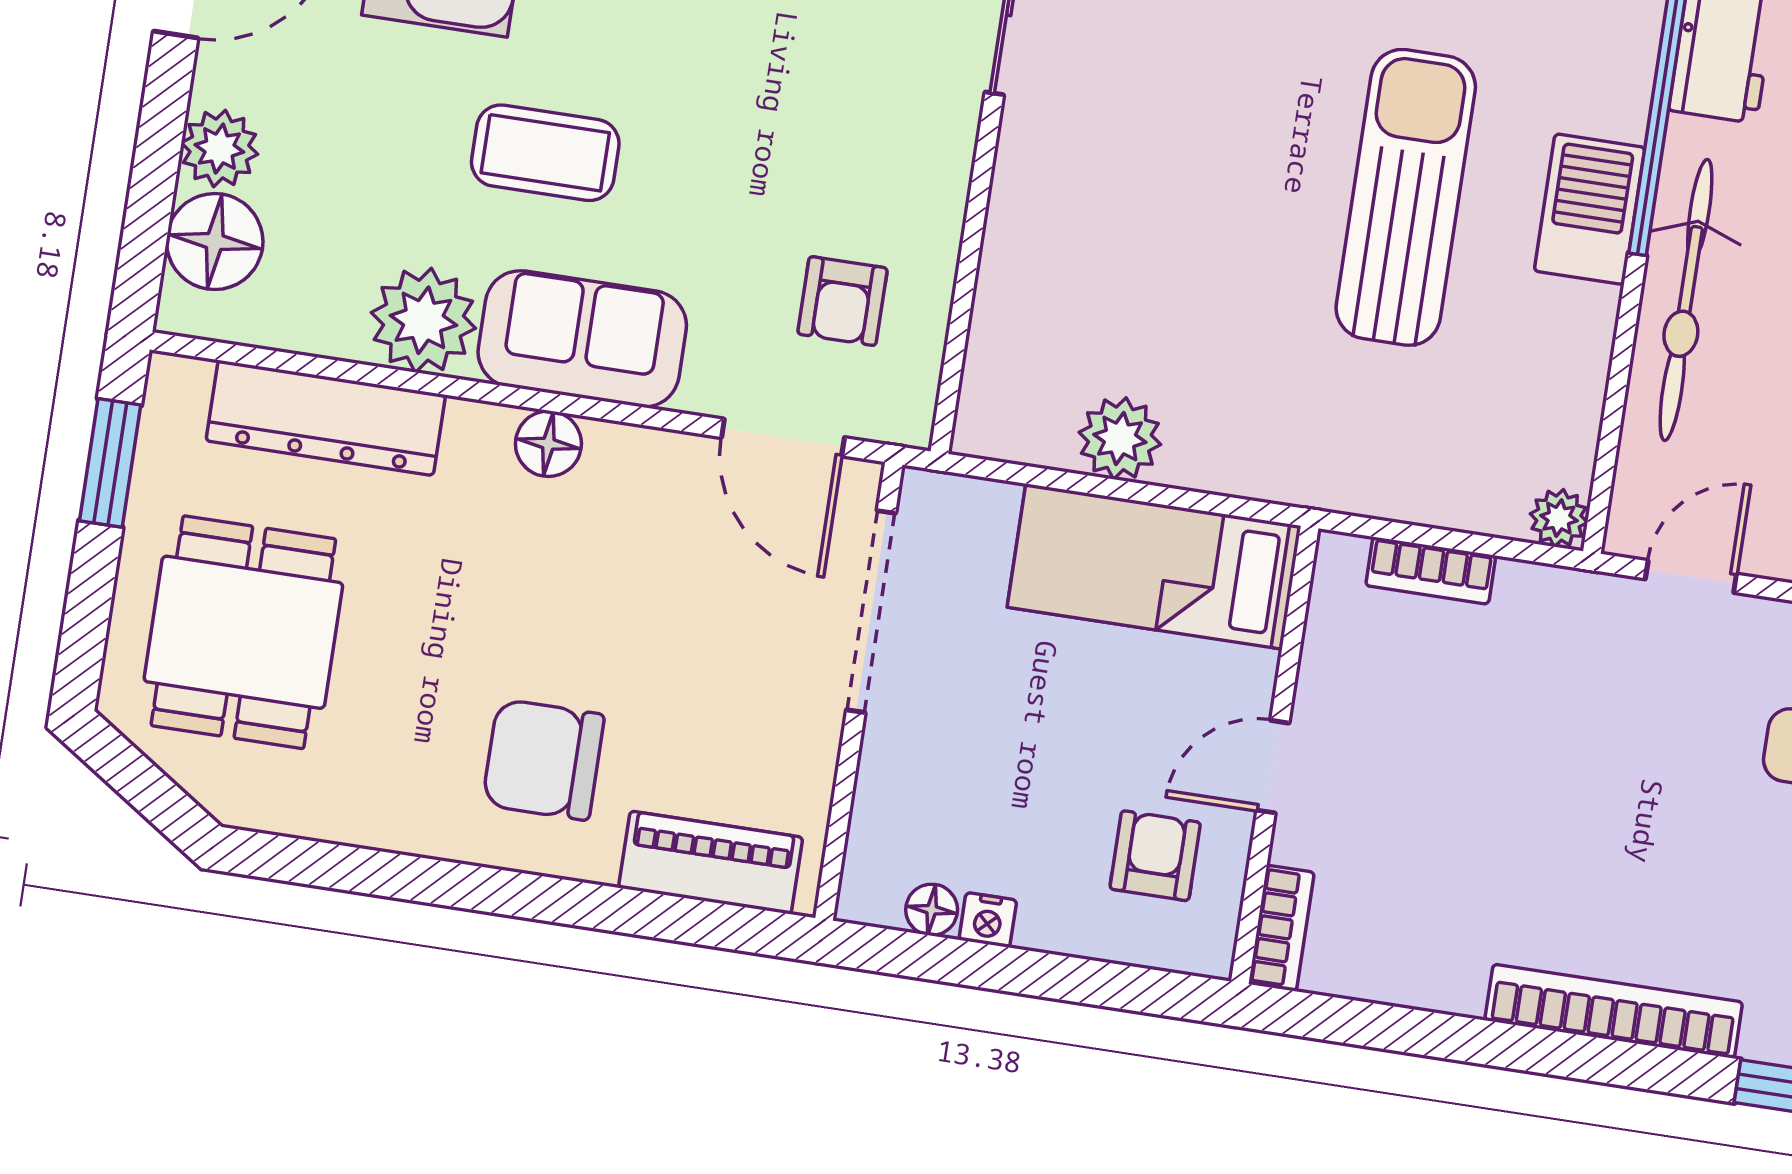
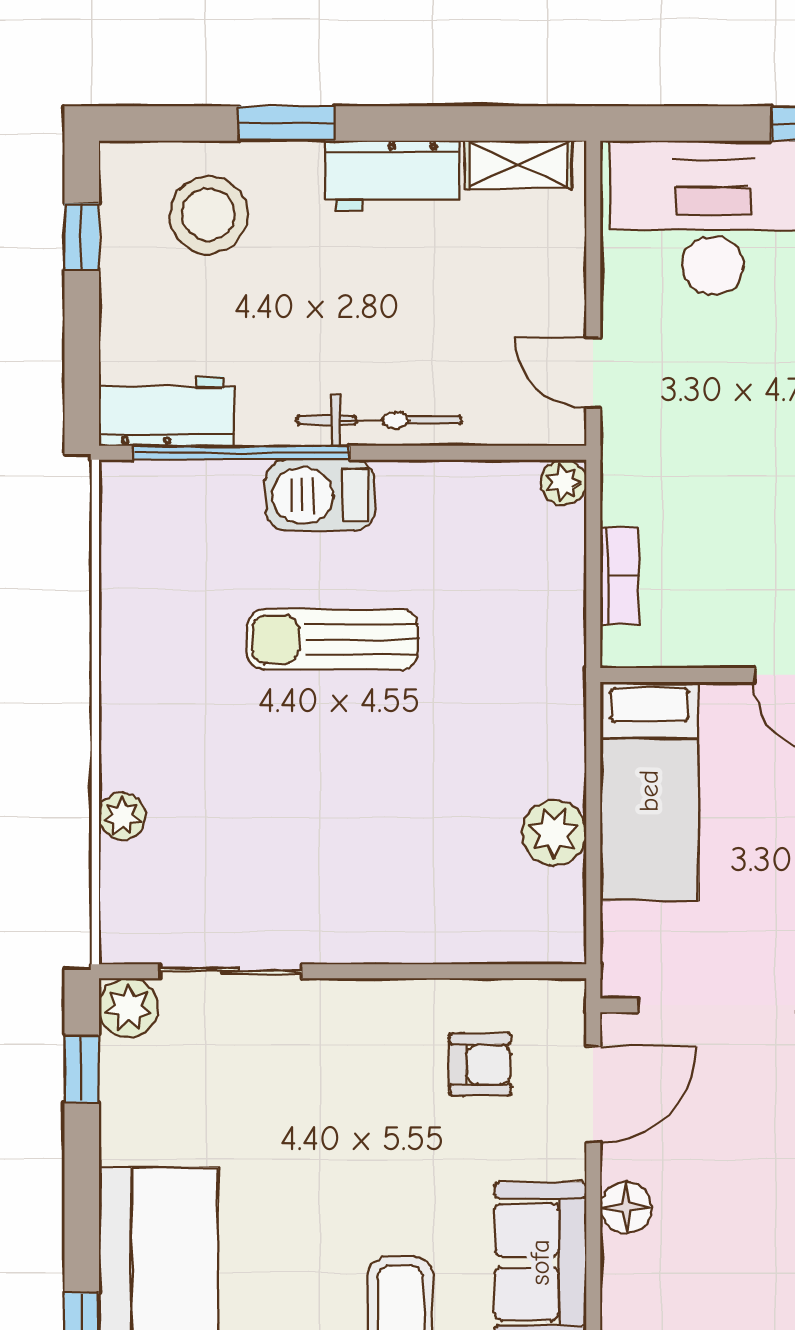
sun lounger: (1406, 197) -> (333, 639), width x0.73, depth x0.75
bicycle: (1686, 300) -> (379, 420), width x0.73, depth x0.71
floor lamp: (548, 444) -> (626, 1207), moved

